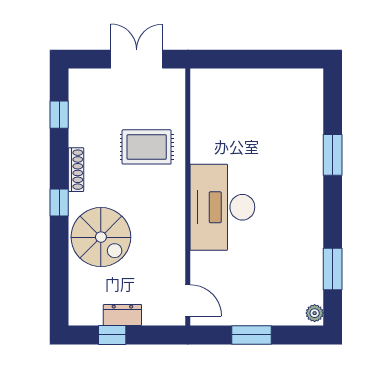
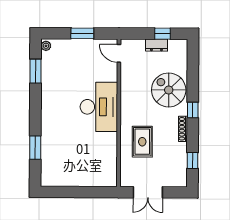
rug: (147, 147) -> (142, 142), turned 90
window: (333, 155) -> (35, 148), moved

